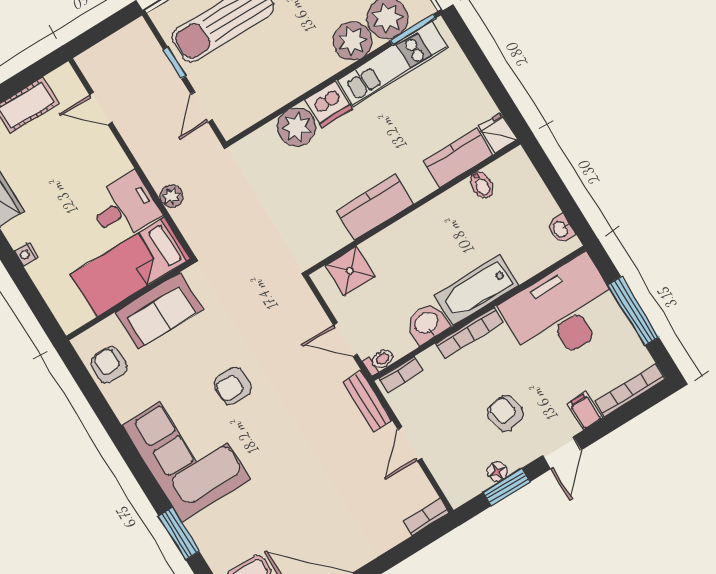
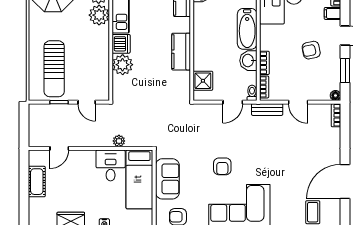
bookcase: (470, 332) -> (264, 63), moved, width x0.64
floor lamp: (497, 472) -> (335, 96), moved

